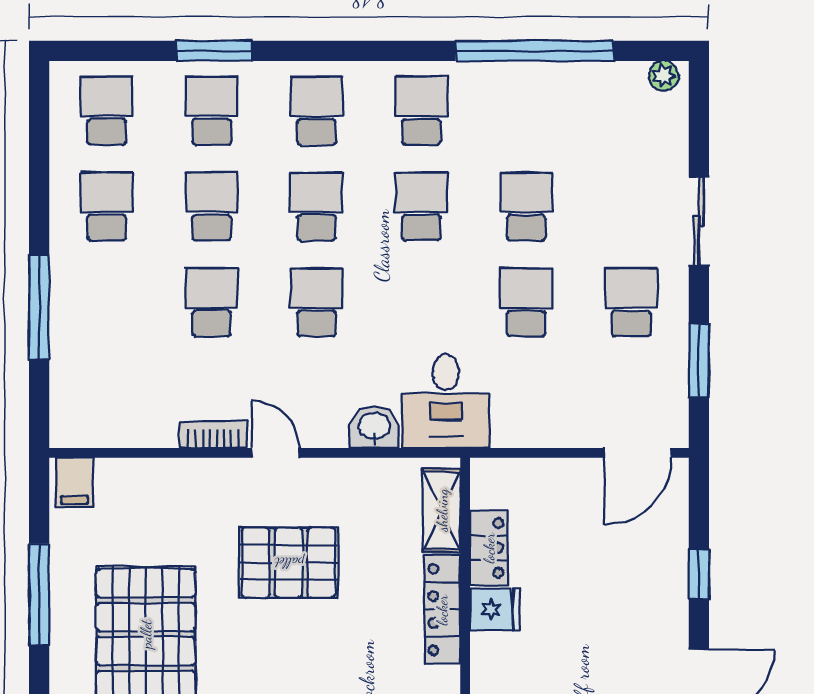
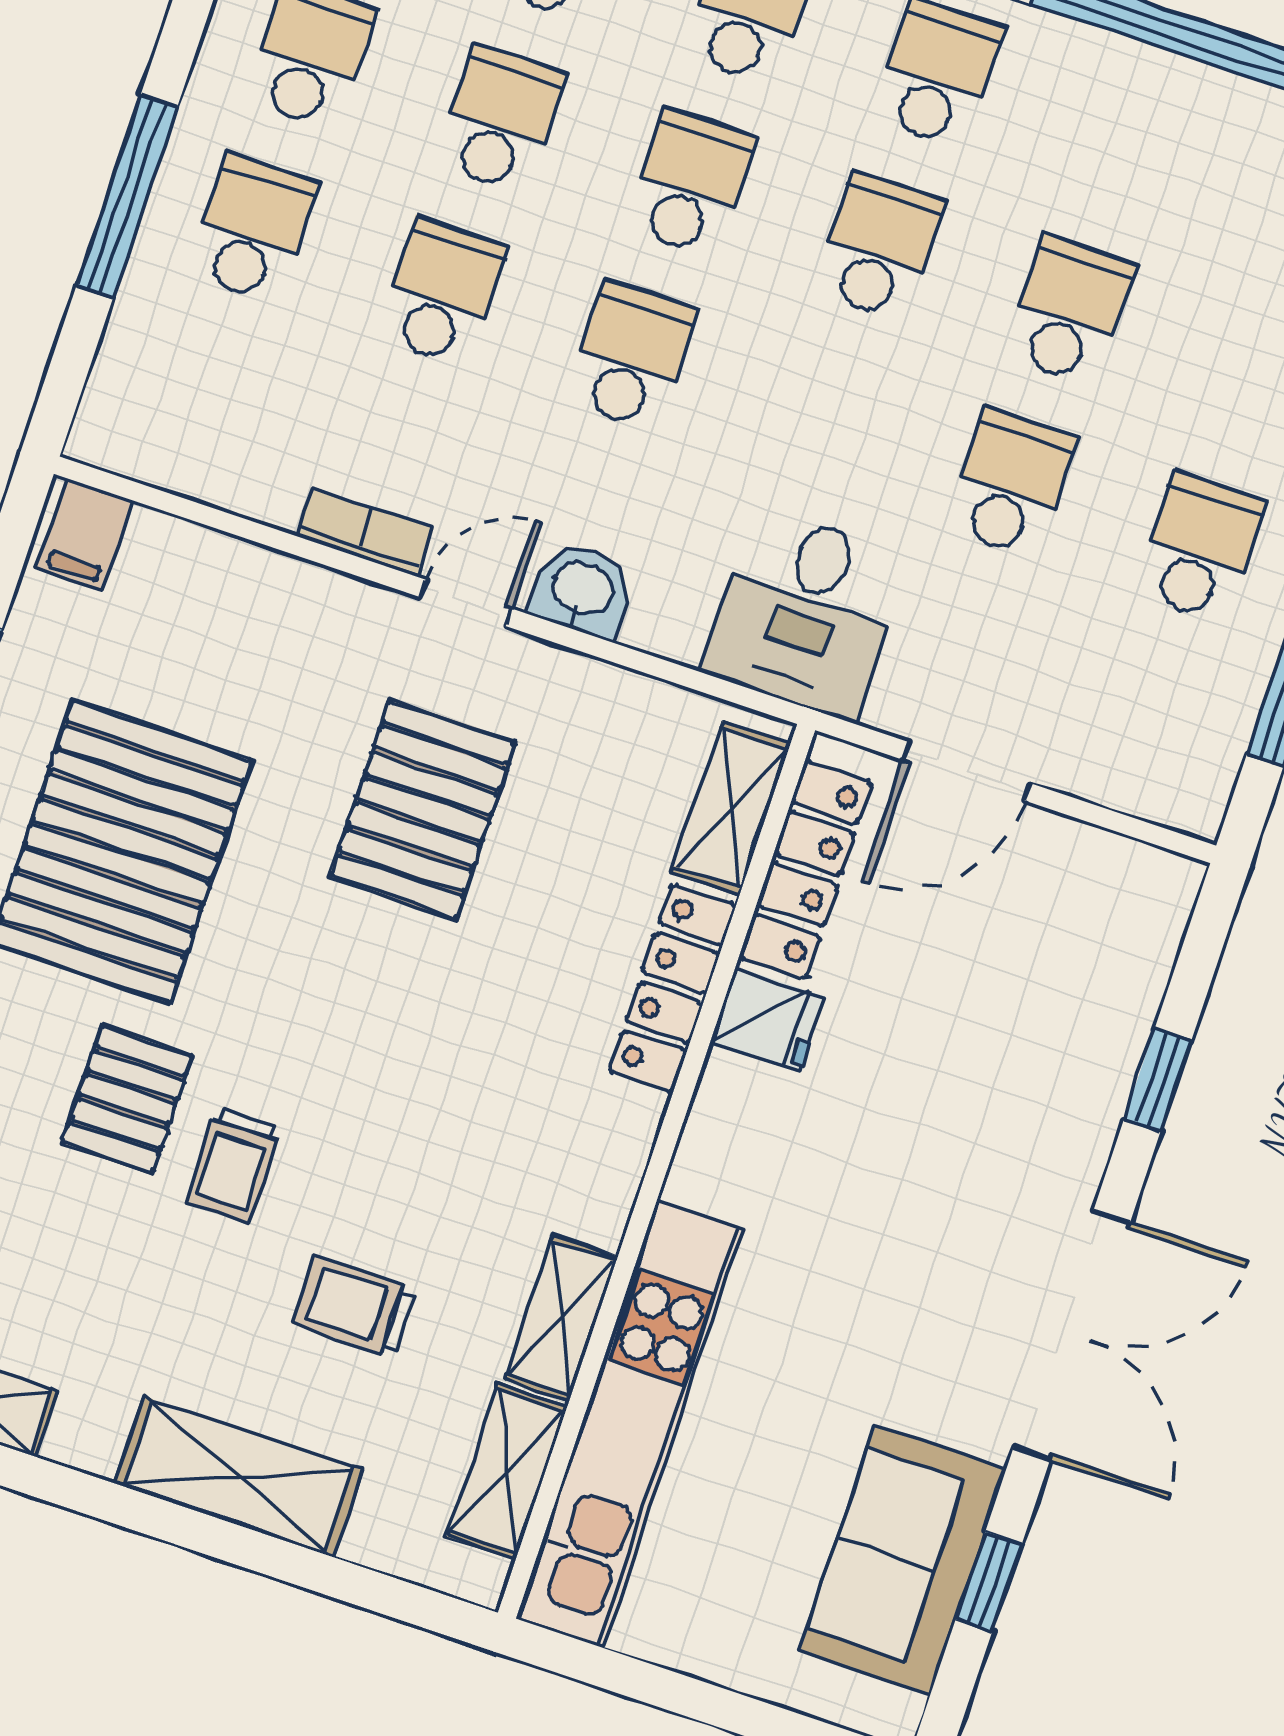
school desk: (107, 302) -> (253, 228), added
washbasin: (374, 427) -> (582, 590), moved
door: (275, 453) -> (466, 603), hinge flipped
door: (638, 453) -> (967, 771), moved
locker: (489, 548) -> (806, 869), width x1.53
pallet: (289, 563) -> (423, 809), turned 90

